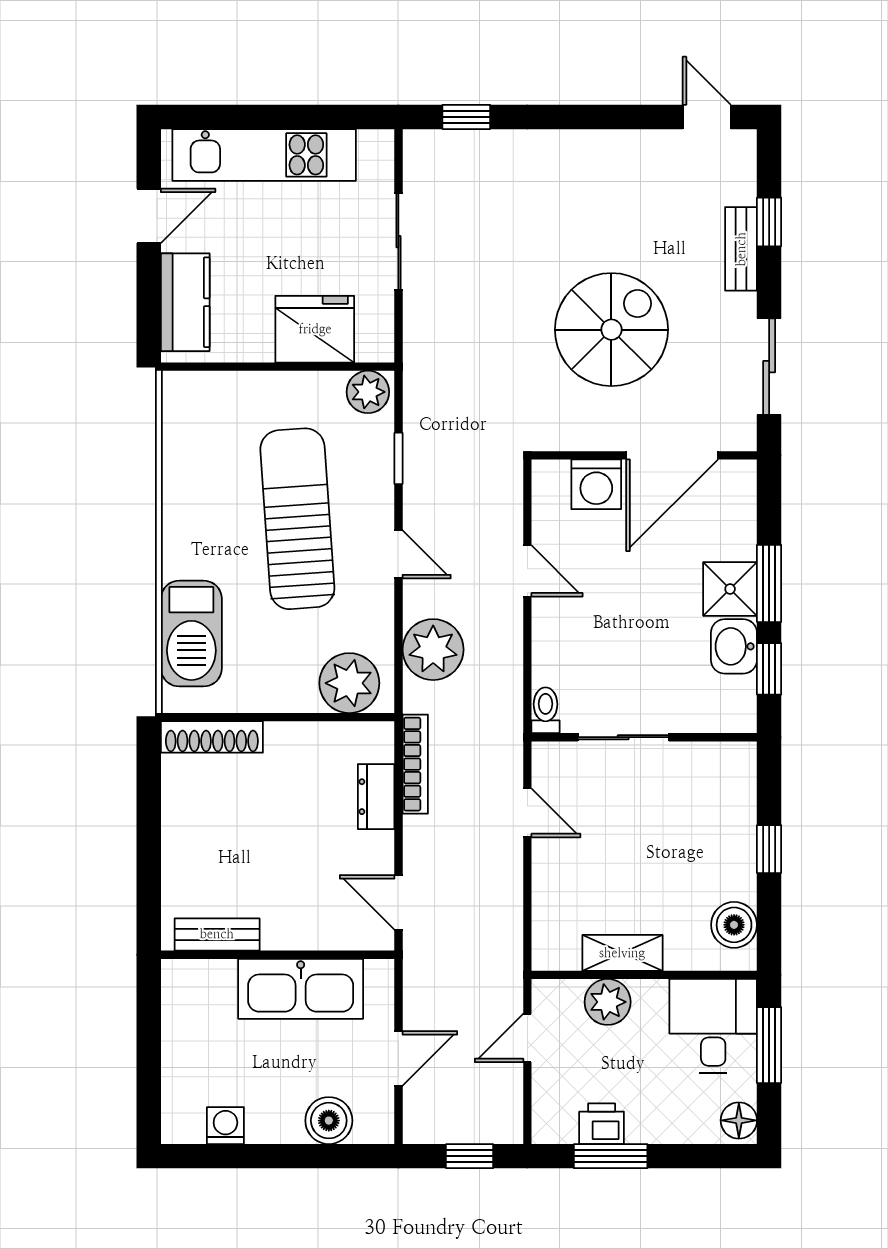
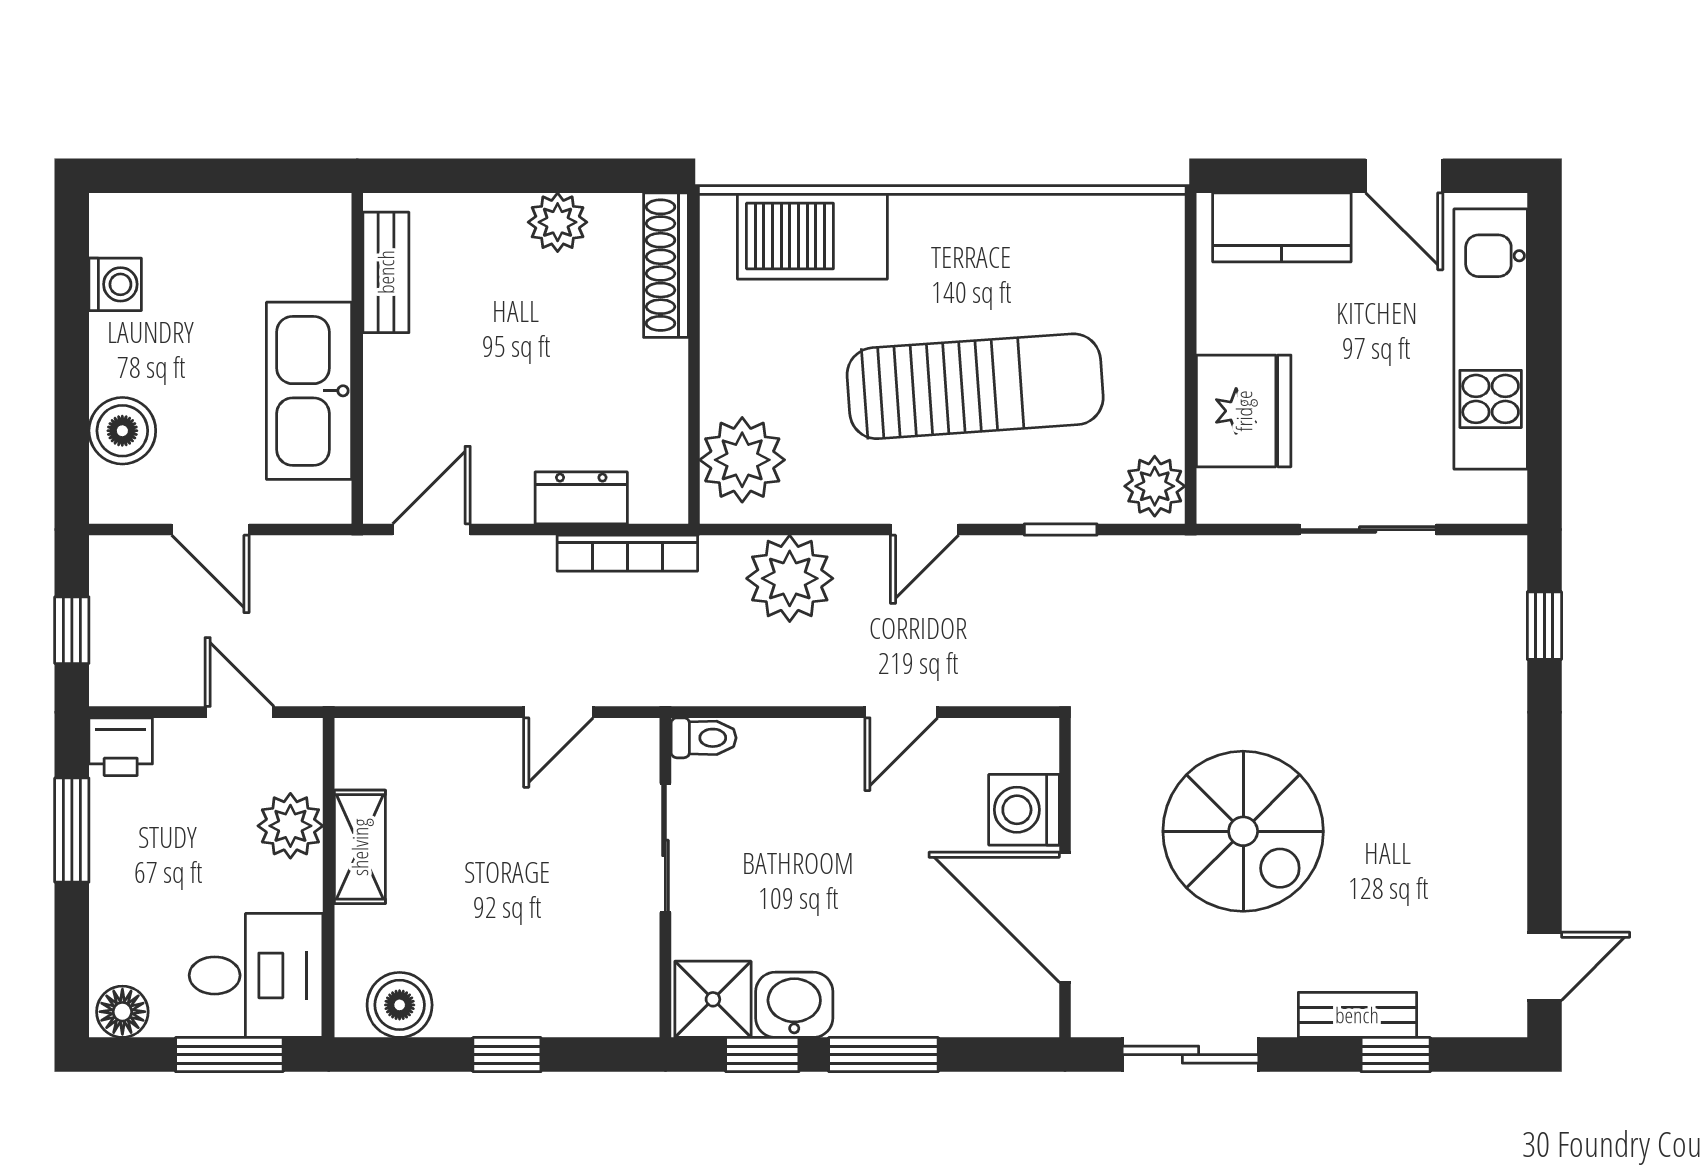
shower: (730, 589) -> (713, 999), moved
plant: (182, 813) -> (558, 222), added
printer: (602, 1124) -> (121, 747), moved, turned 90

